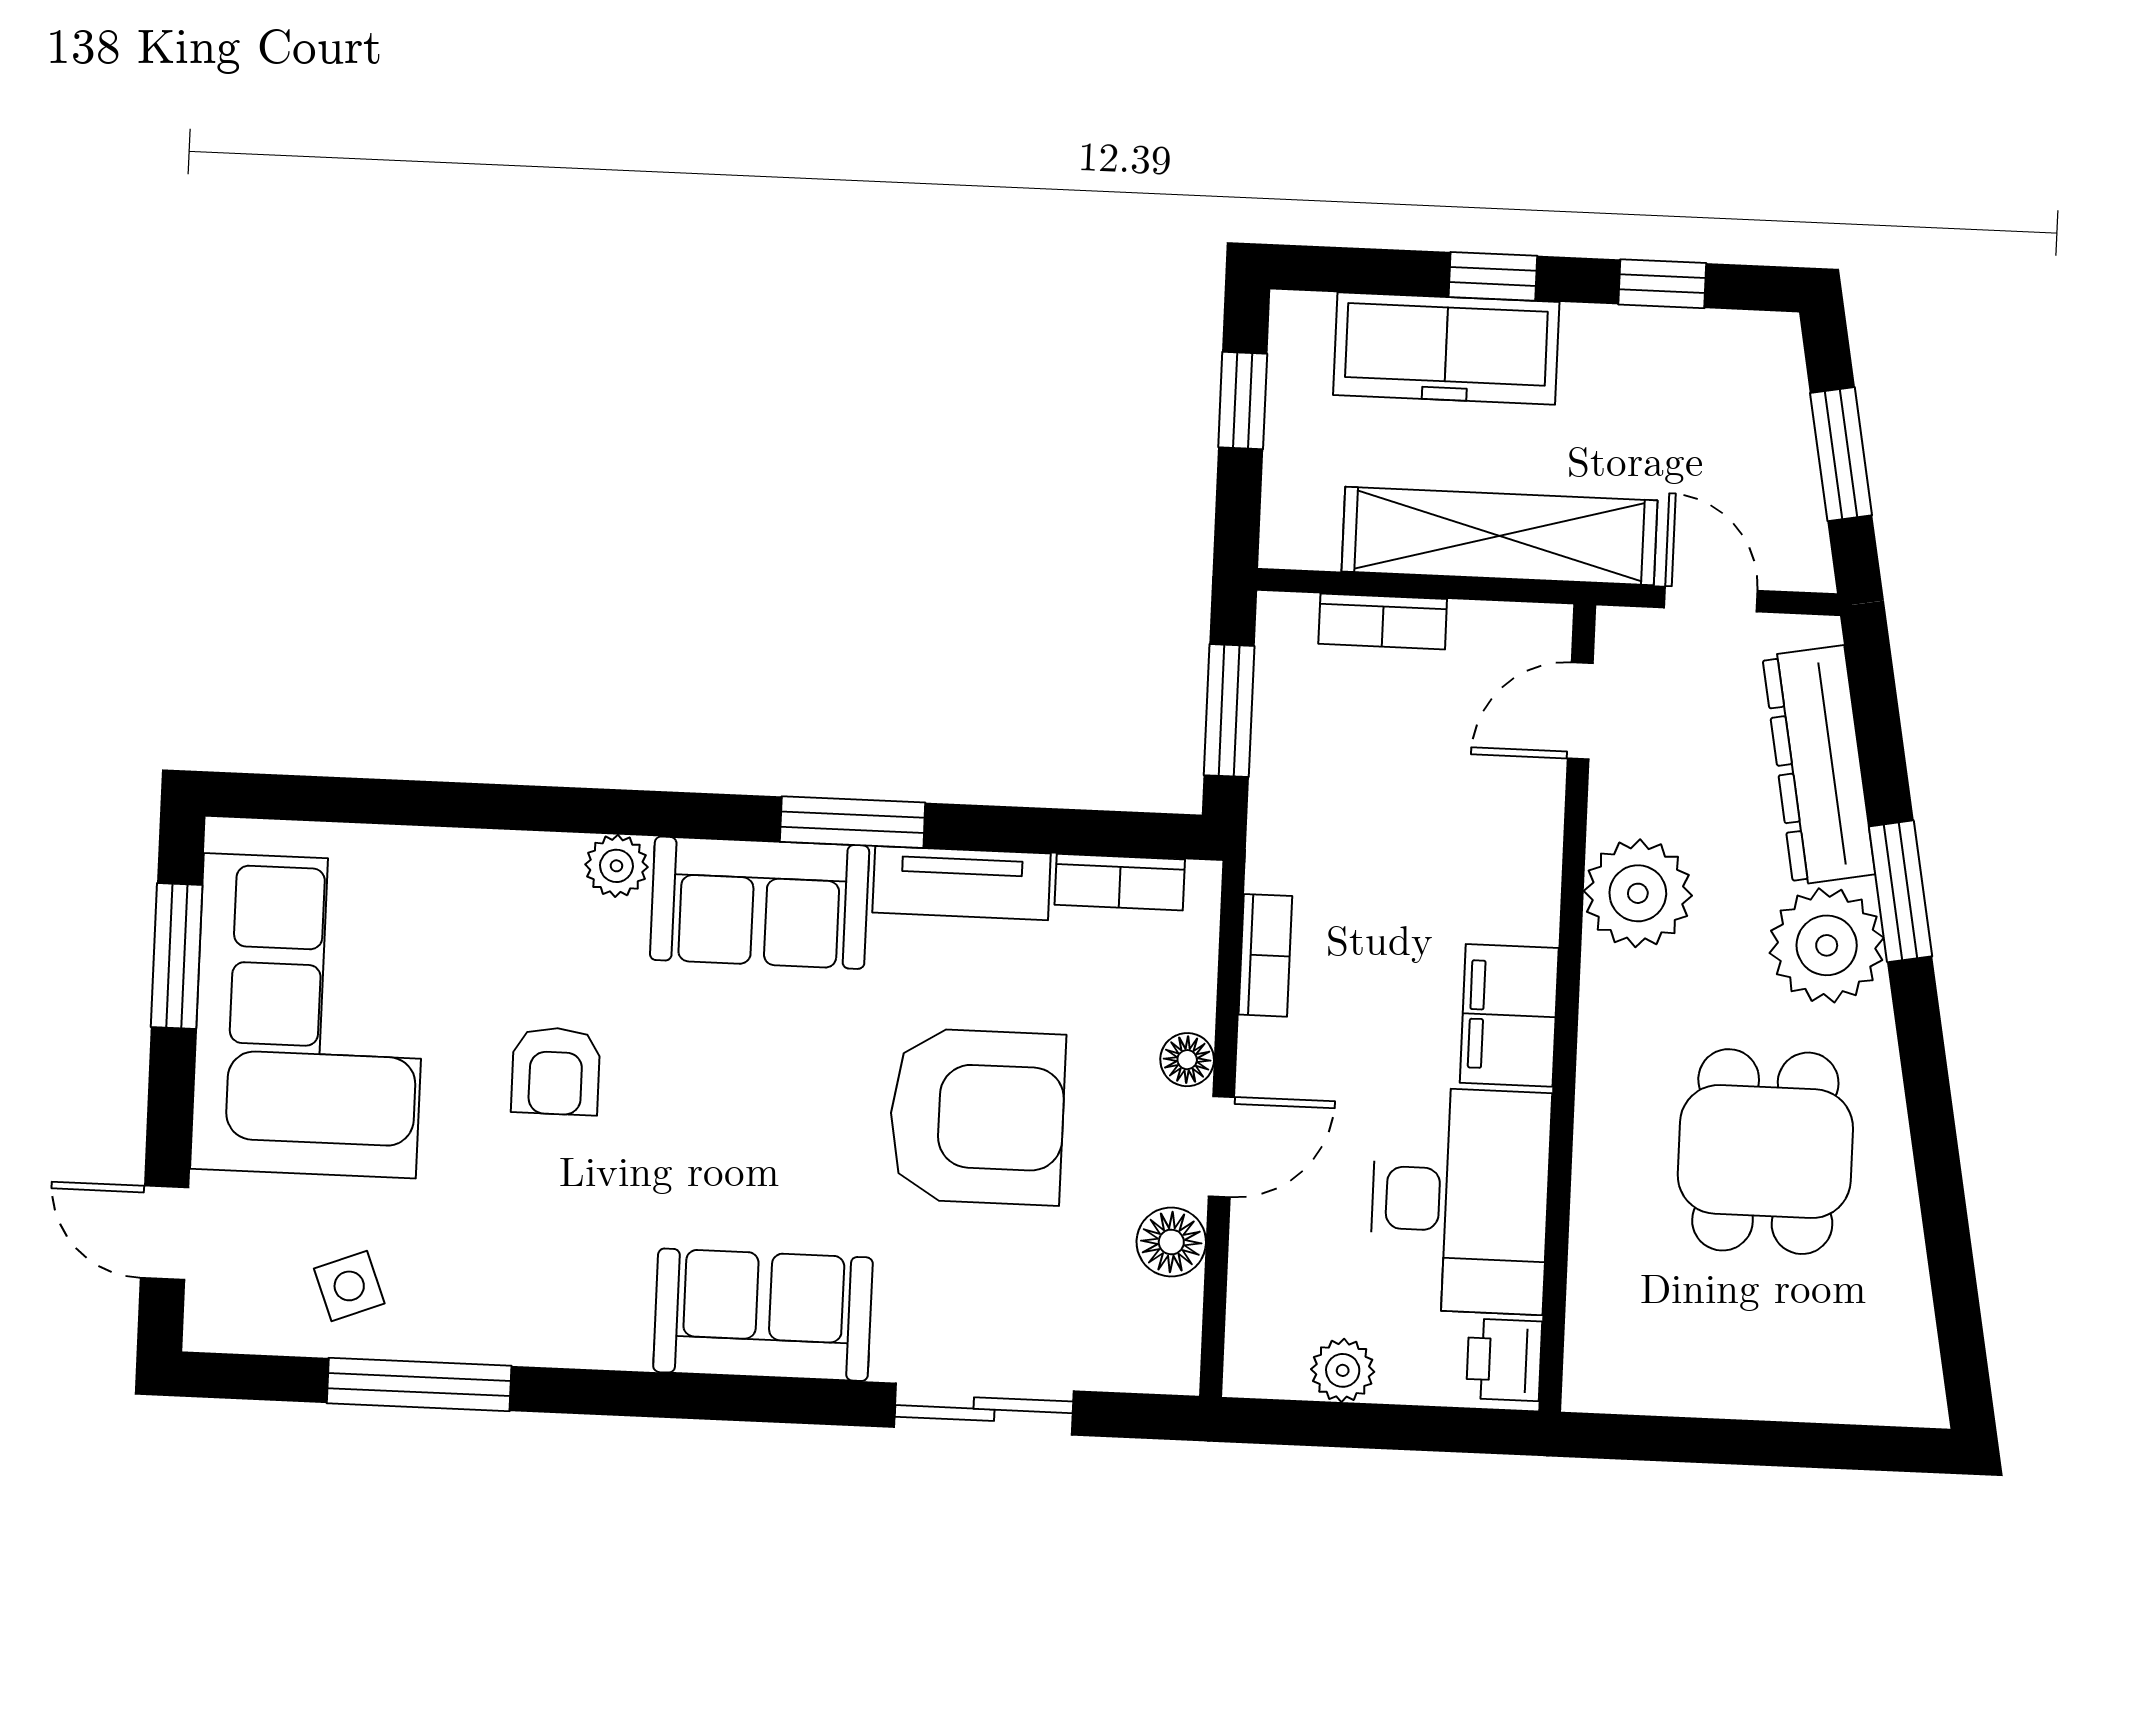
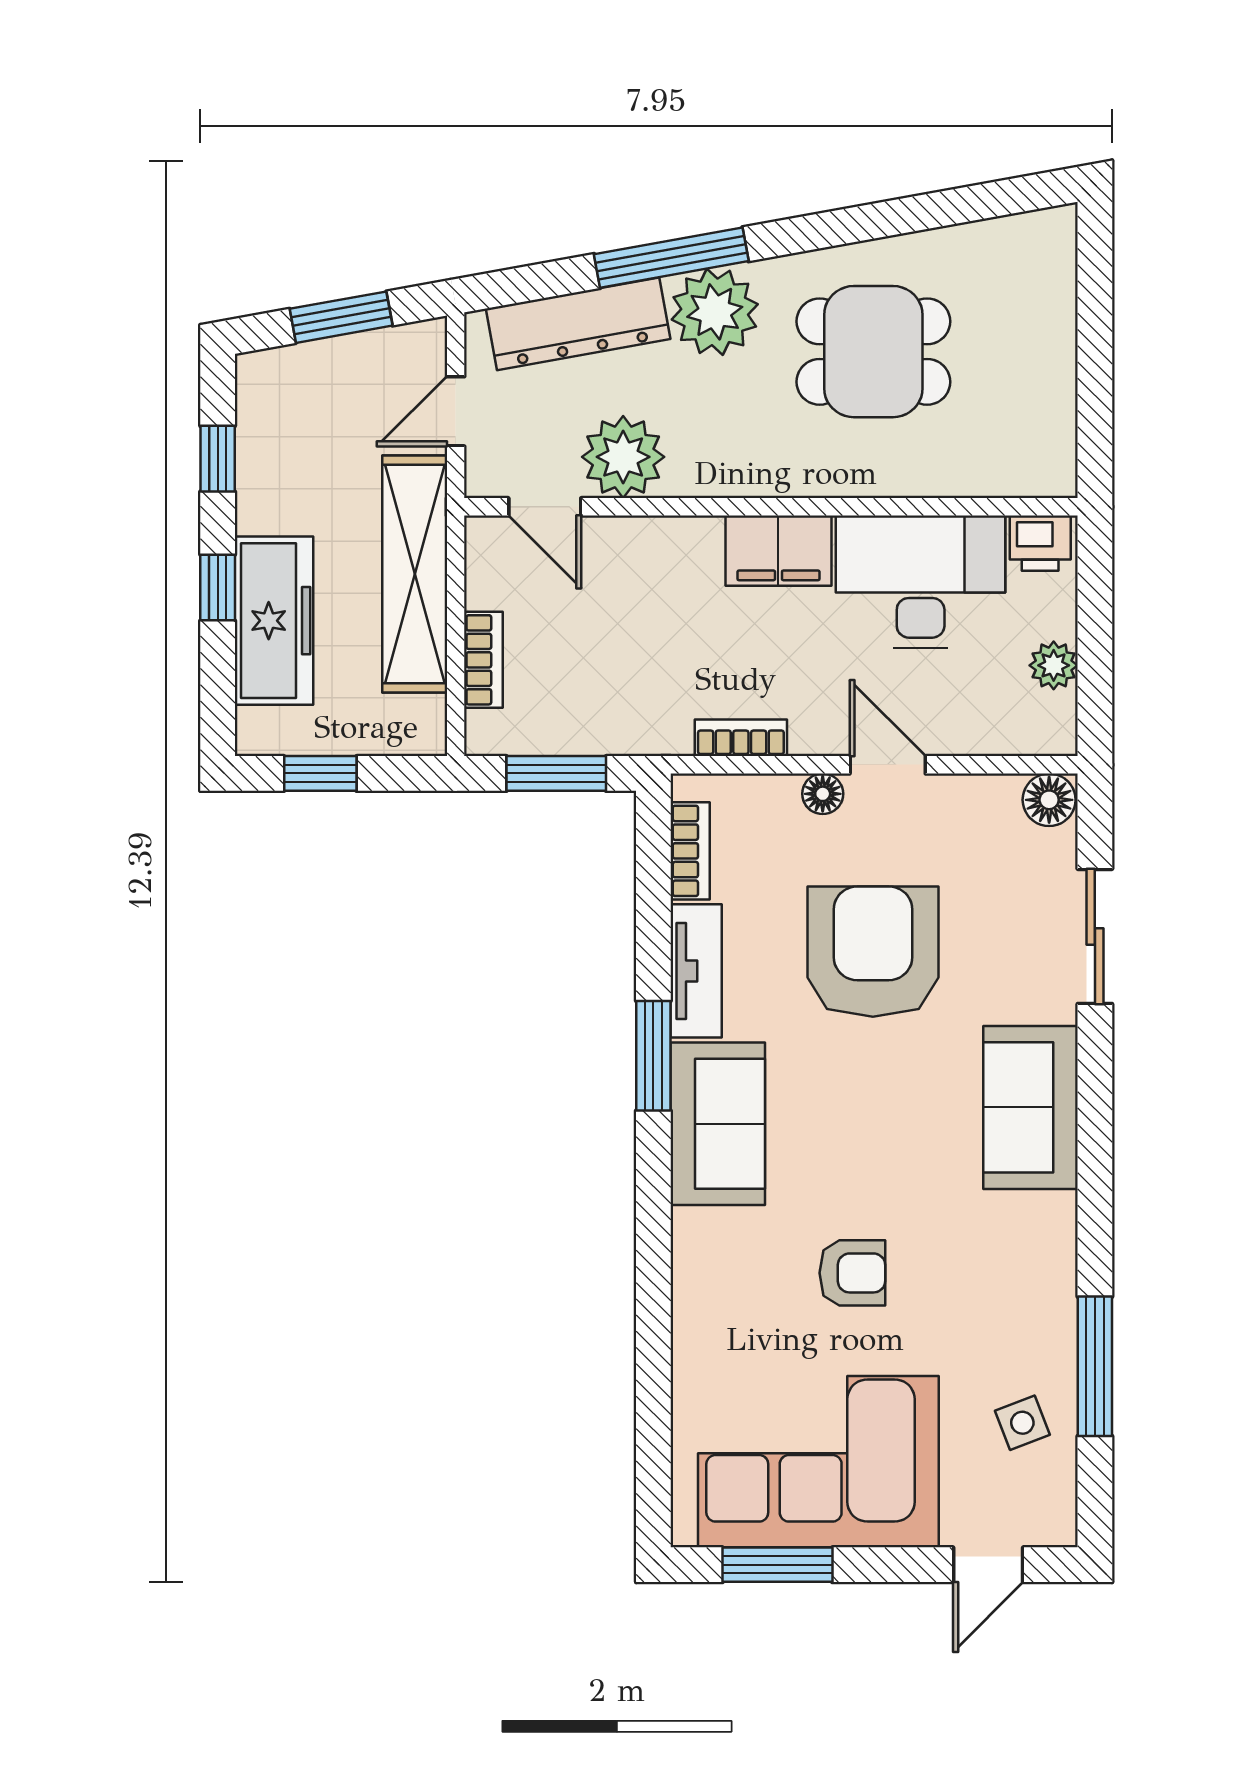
plant: (616, 866) -> (694, 1234), removed
window: (1900, 891) -> (671, 258), width x1.44
plant: (1638, 893) -> (623, 457), moved
floor lamp: (1171, 1242) -> (1049, 800), moved

